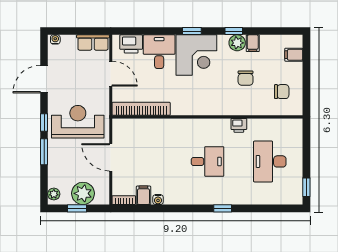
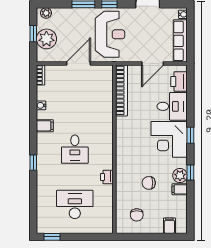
row of seats: (93, 42) -> (180, 41), width x1.48
filing cabinet: (143, 195) -> (45, 126), moved

